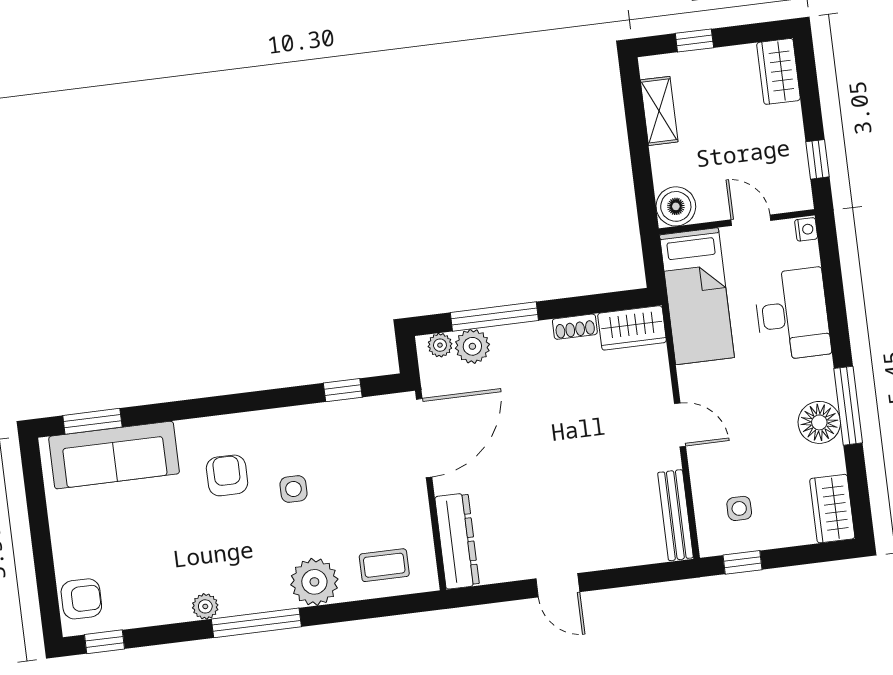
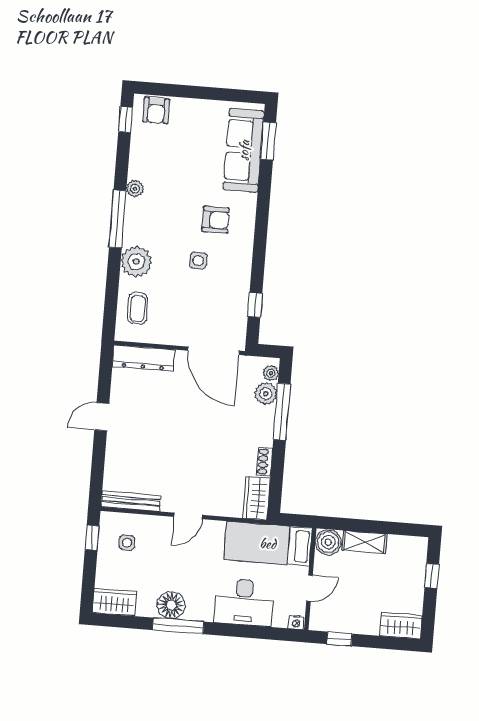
shelving: (659, 111) -> (365, 542), moved

